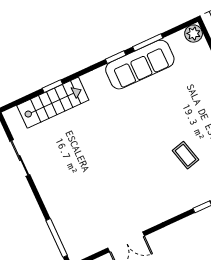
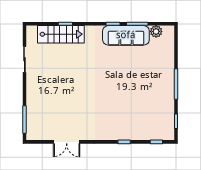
plant: (194, 34) -> (156, 31), moved
coffee table: (185, 155) -> (128, 105), removed

